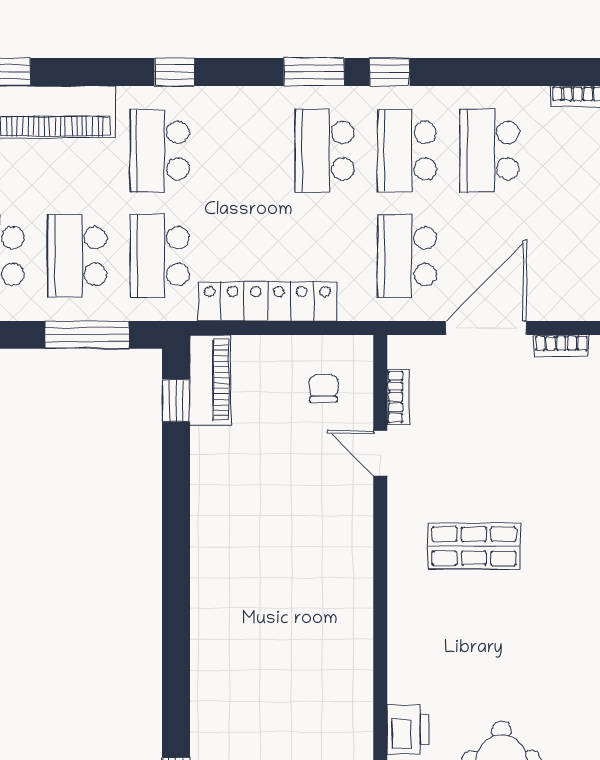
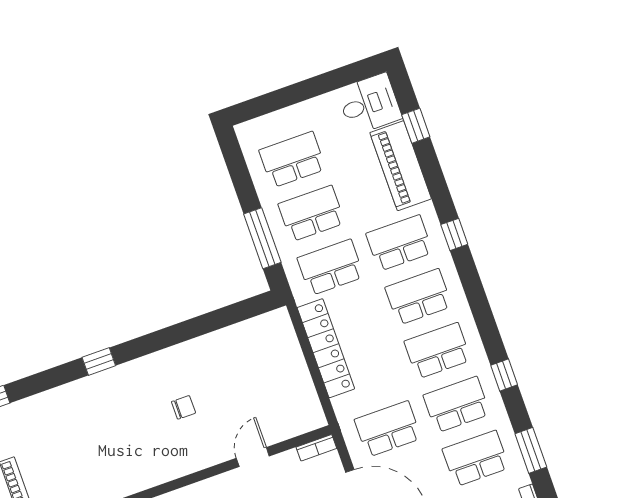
window: (314, 72) -> (531, 450), moved
school desk: (242, 151) -> (419, 297), added
piano: (210, 380) -> (261, 329), removed
chair: (324, 388) -> (184, 407), moved
bookcase: (398, 397) -> (316, 448), moved
window: (176, 401) -> (99, 362), moved

